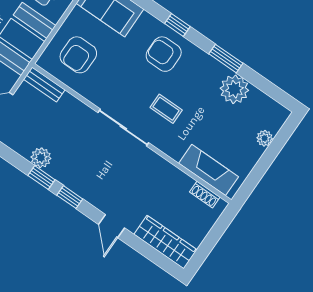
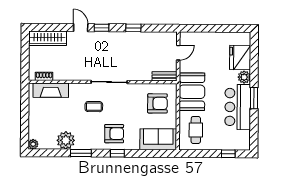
armchair: (78, 55) -> (157, 103), turned 90
plant: (265, 138) -> (33, 144), moved
plant: (41, 158) -> (141, 38), removed
window: (70, 197) -> (101, 28), moved

